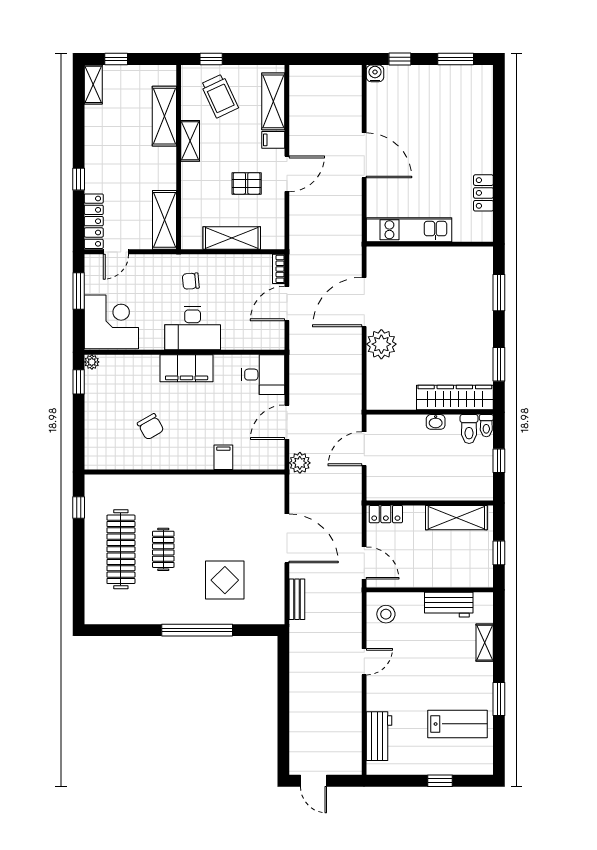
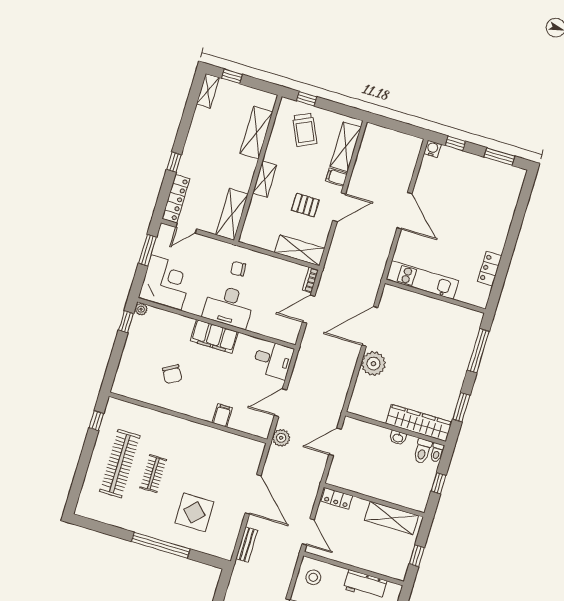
shelving: (190, 141) -> (265, 179), moved
shelving: (232, 238) -> (300, 250), moved
window: (499, 293) -> (478, 351), width x1.44

